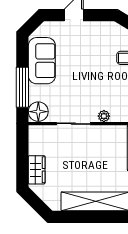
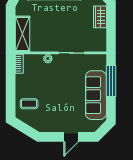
sofa: (42, 61) -> (96, 95), width x1.36
floor lamp: (38, 112) -> (99, 62), removed

